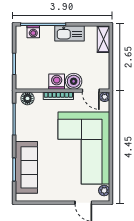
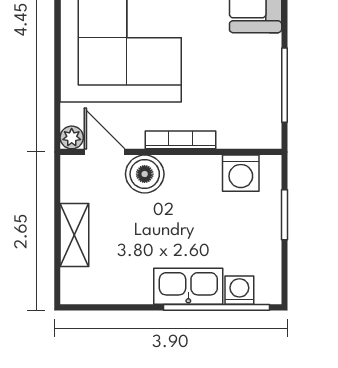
kitchen sink: (70, 33) -> (188, 286), moved
shelving: (104, 39) -> (74, 235), moved
washing machine: (57, 82) -> (241, 173), moved
floor lamp: (27, 98) -> (253, 134), removed

